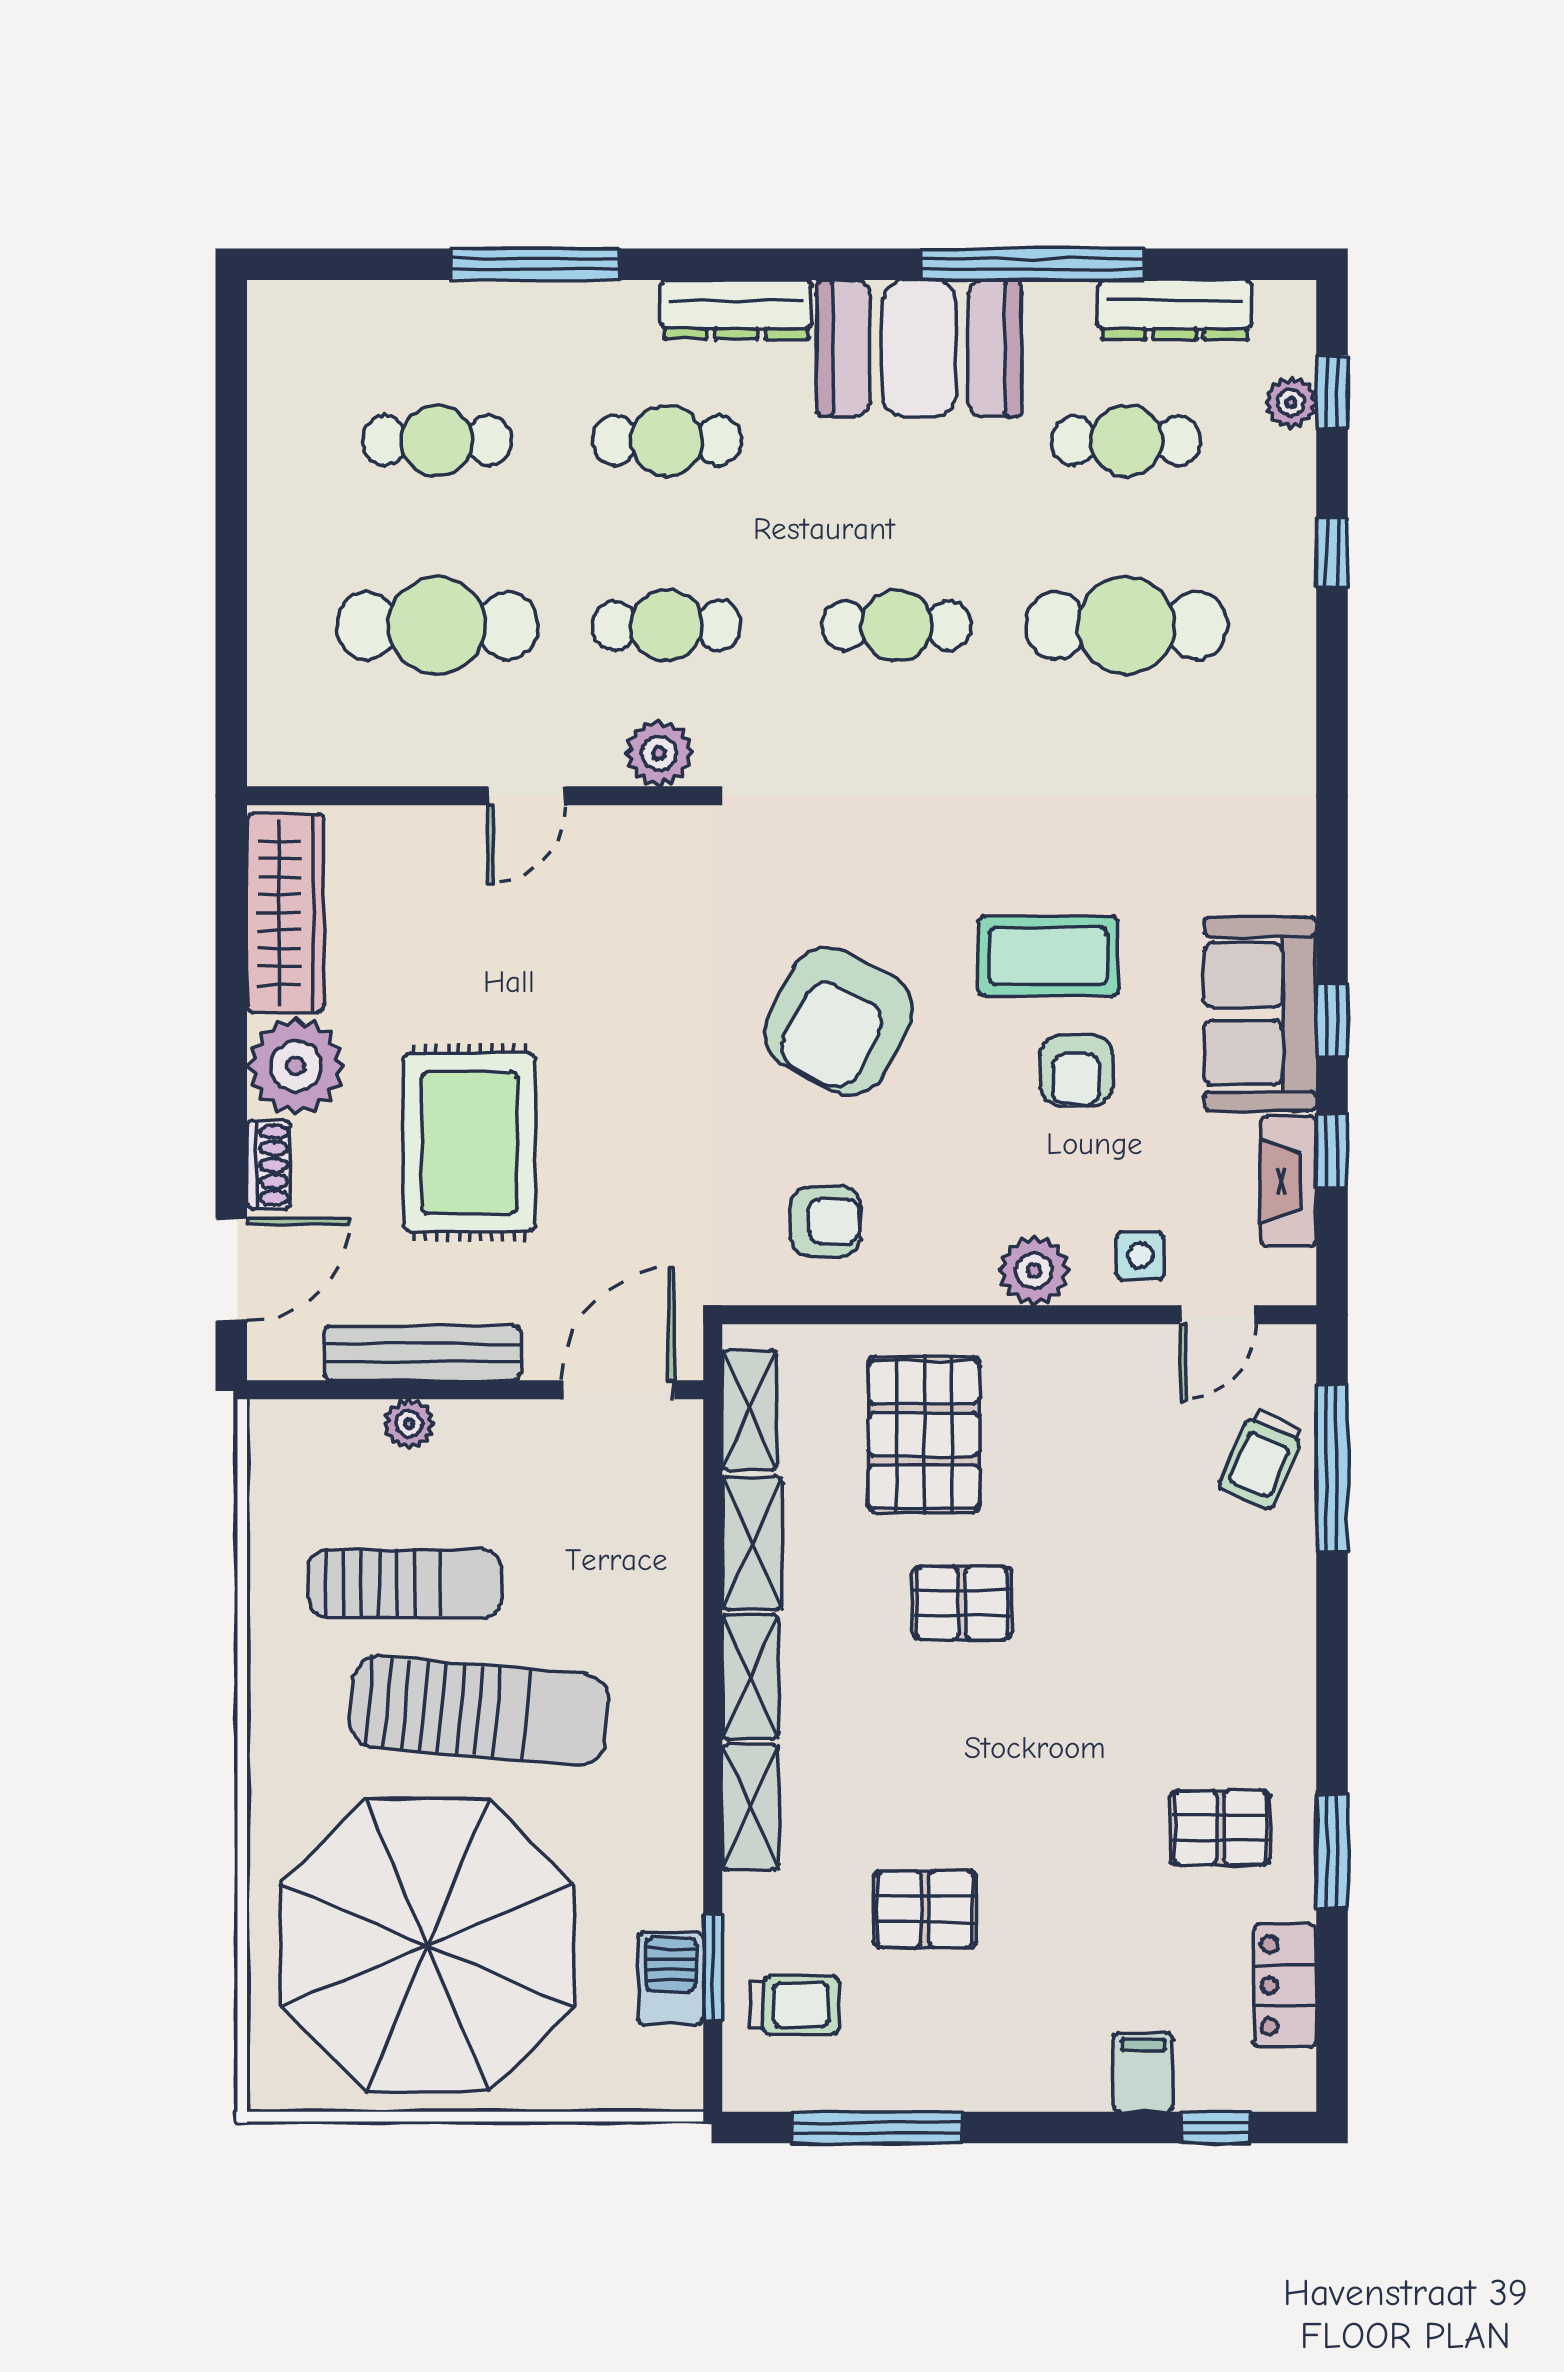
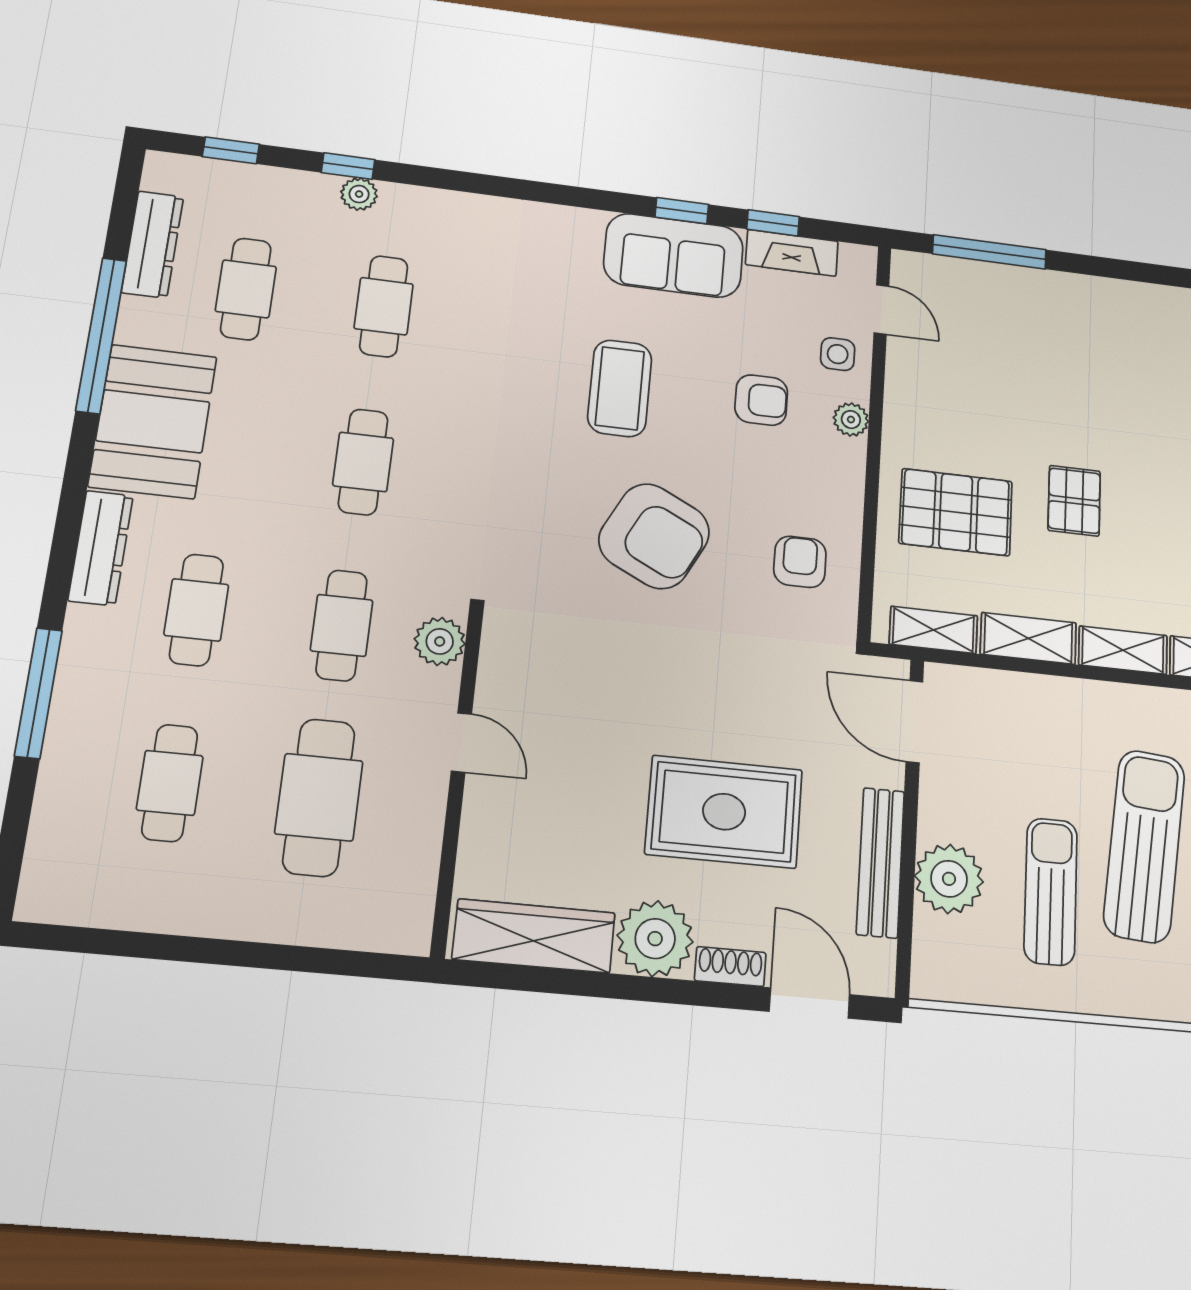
plant: (1291, 402) -> (359, 194), moved
cafe table: (1126, 626) -> (384, 306), width x0.73, depth x0.74
armchair: (1076, 1071) -> (761, 400), moved
plant: (1034, 1271) -> (851, 420), width x0.73, depth x0.73
plant: (409, 1424) -> (949, 879), width x1.88, depth x1.88
trolley: (1262, 1459) -> (981, 295), removed

